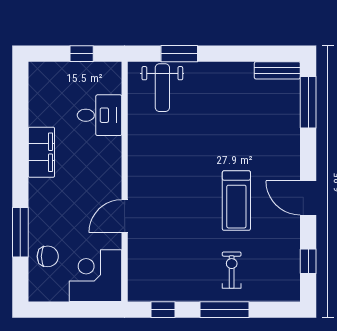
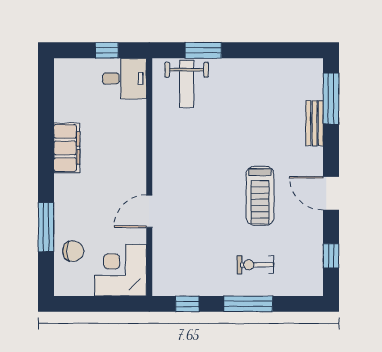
bench: (277, 70) -> (315, 123), moved, turned 90
desk: (99, 115) -> (124, 79), moved
exercise bike: (232, 270) -> (255, 265), turned -90

